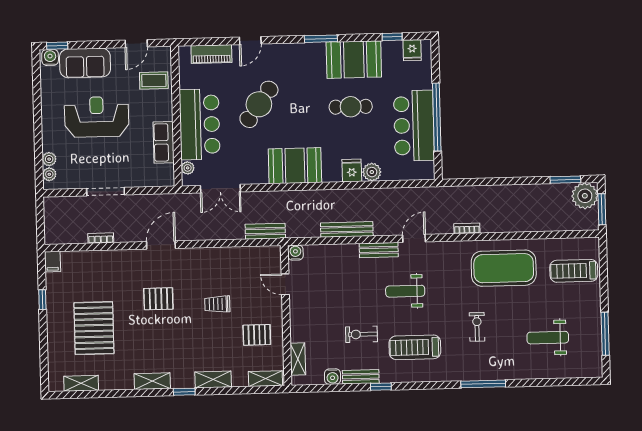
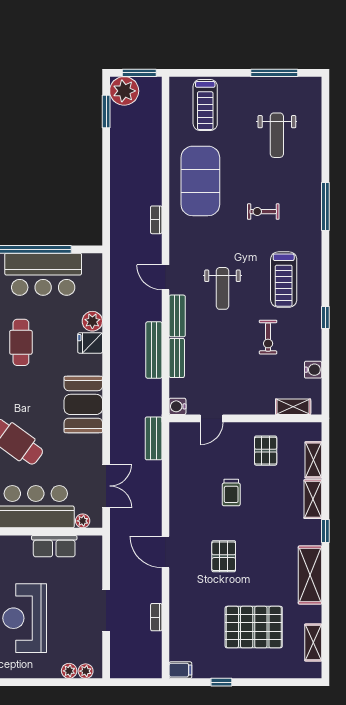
bench: (361, 377) -> (177, 358), moved
shelving: (265, 379) -> (313, 460), moved
shelving: (152, 381) -> (310, 575), width x1.50, depth x1.33

